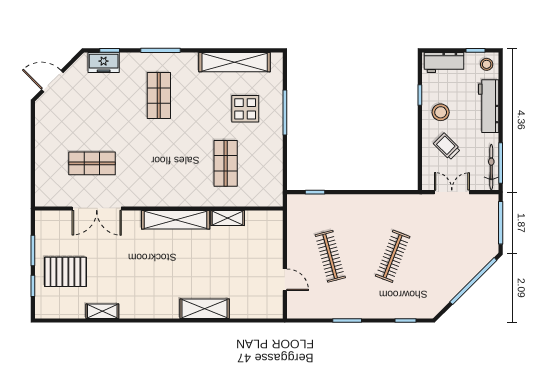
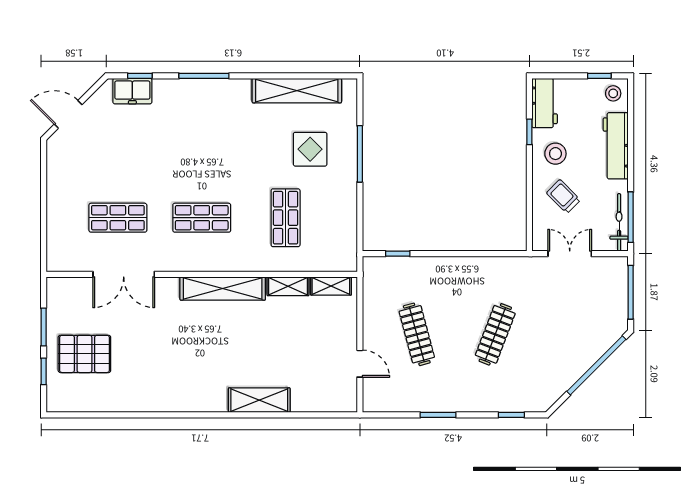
workbench: (444, 63) -> (545, 103), moved, turned -90
shop shelf: (159, 96) -> (202, 218), moved, turned 90
shelving: (102, 311) -> (331, 286), moved

